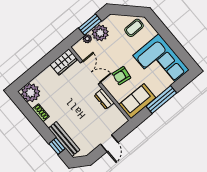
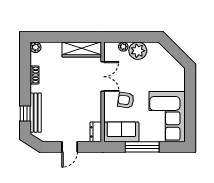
window: (90, 24) -> (135, 37), removed
coffee table: (134, 28) -> (169, 70), removed
wardrobe: (64, 62) -> (82, 50), width x1.50
plant: (31, 93) -> (35, 47), width x0.53, depth x0.53
dresser: (104, 99) -> (96, 132), moved

